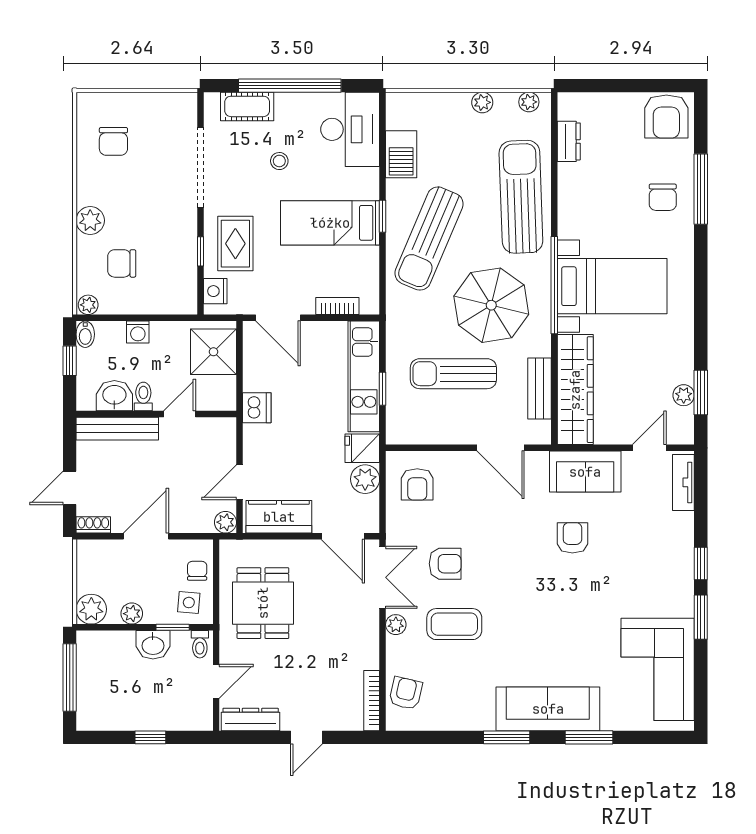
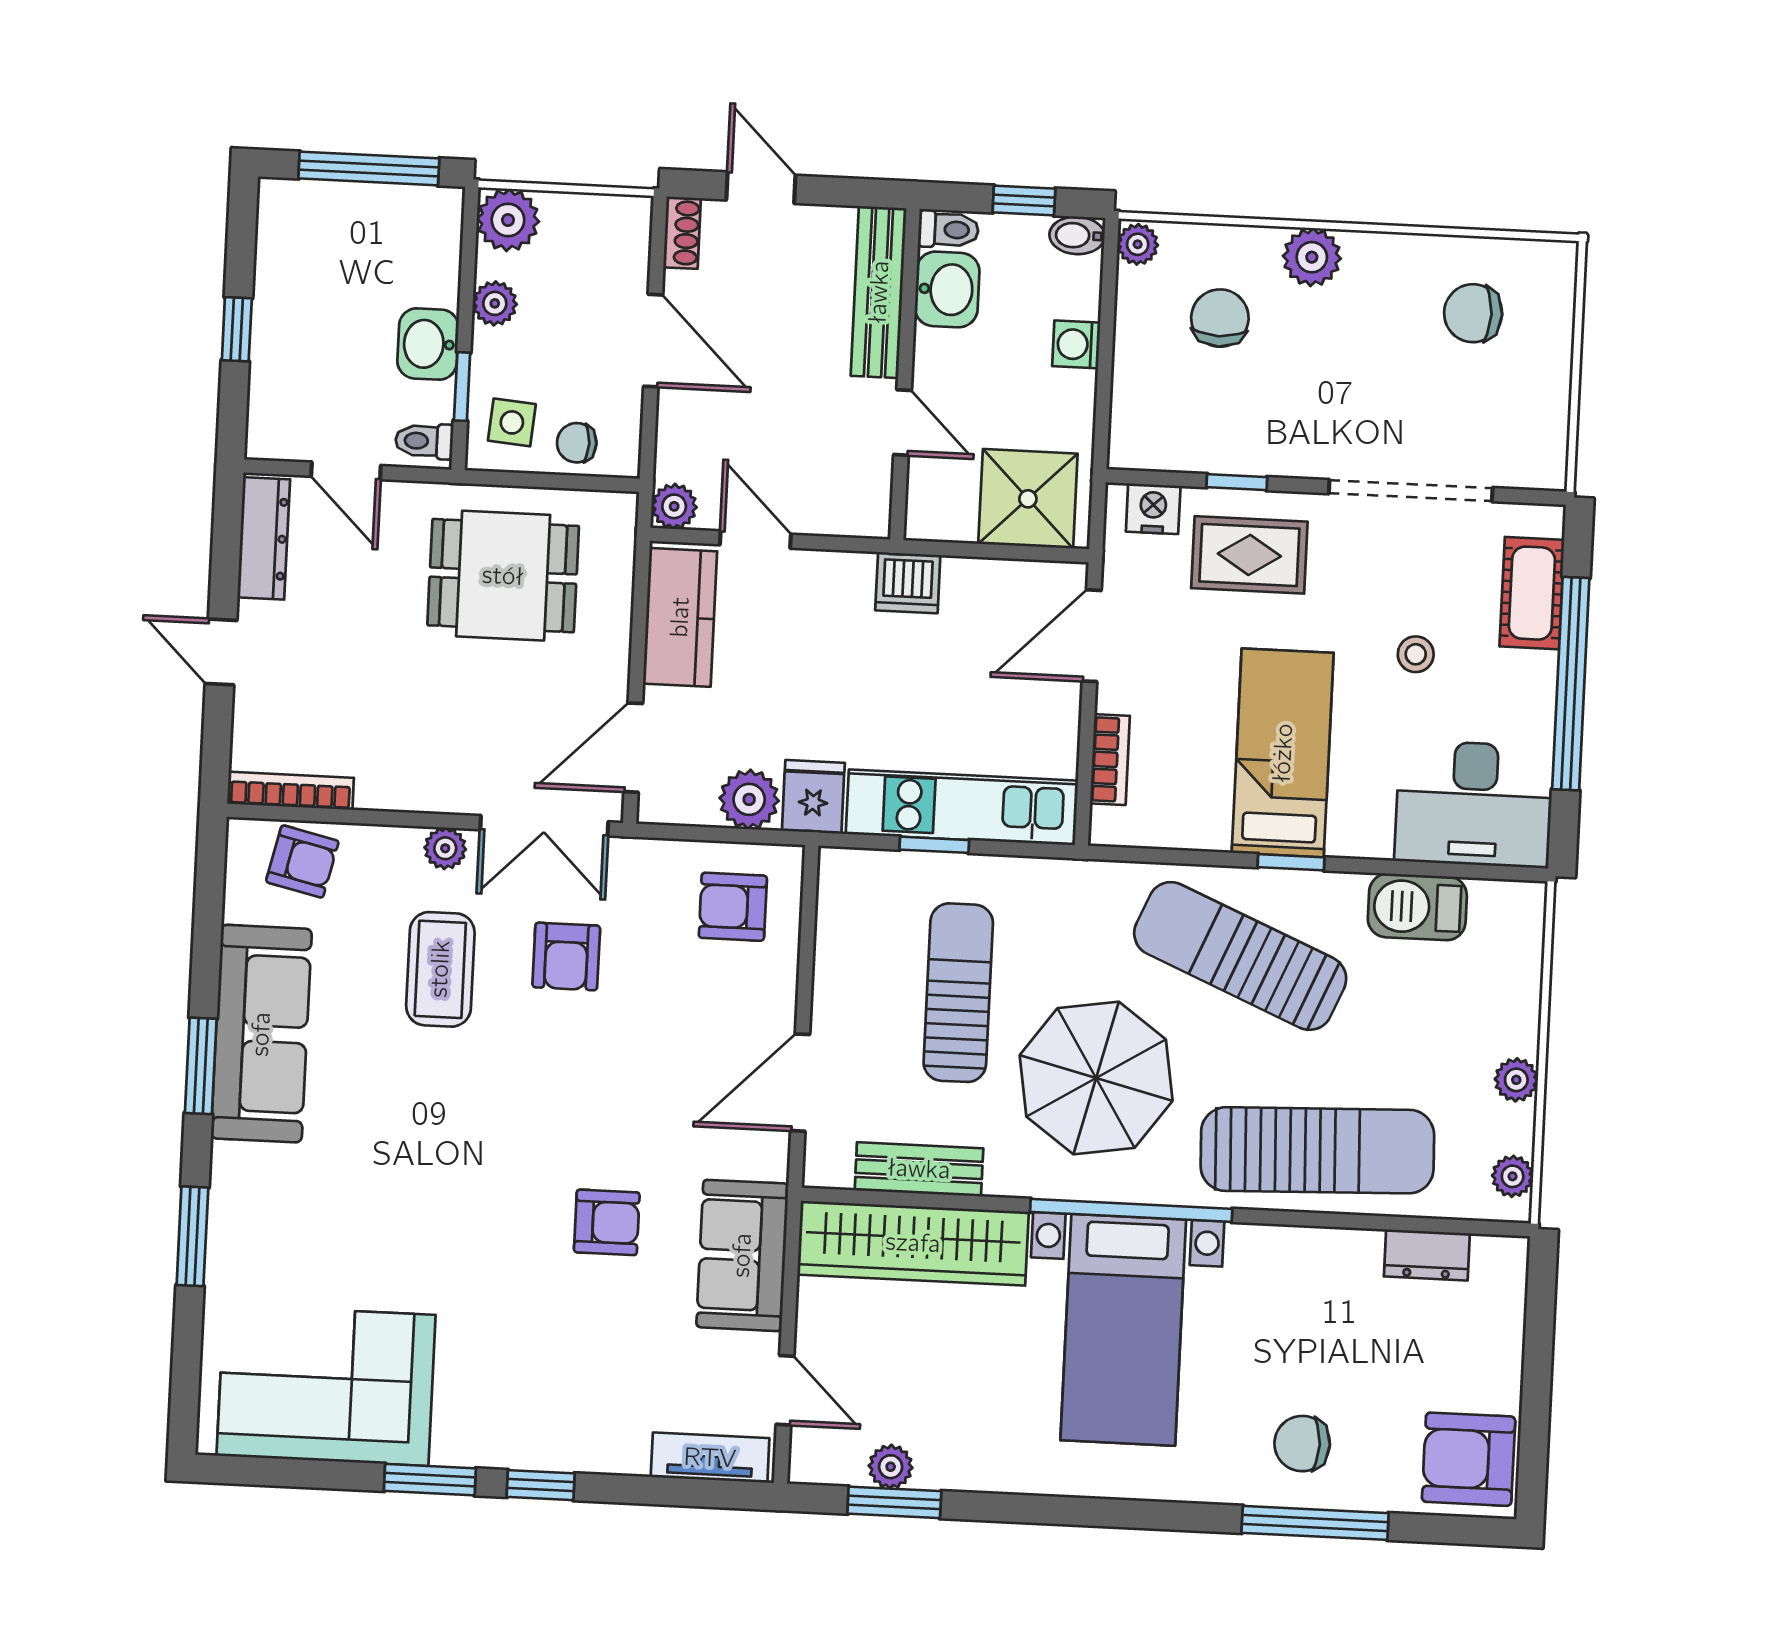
toilet: (143, 396) -> (948, 230), moved
chair: (197, 571) -> (577, 443), turned 180
sofa: (548, 709) -> (261, 1034), moved

